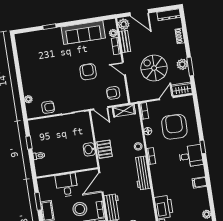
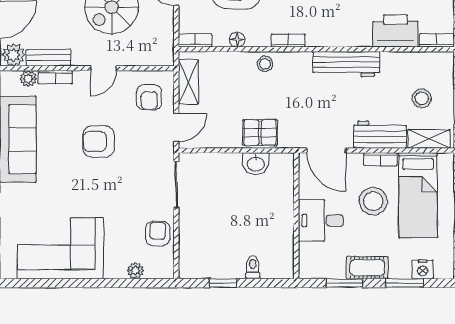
corner sofa: (34, 61) -> (60, 248), added
workbench: (142, 173) -> (346, 64), moved

